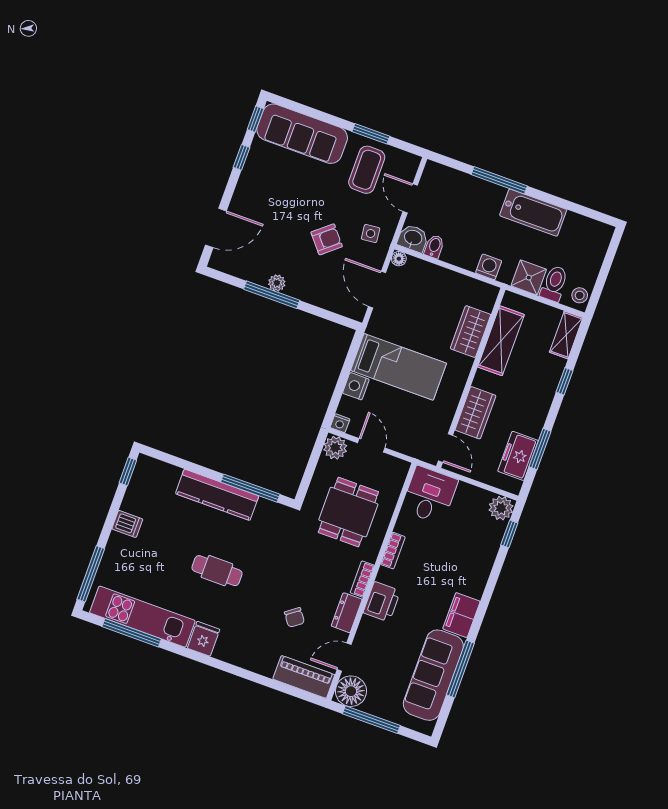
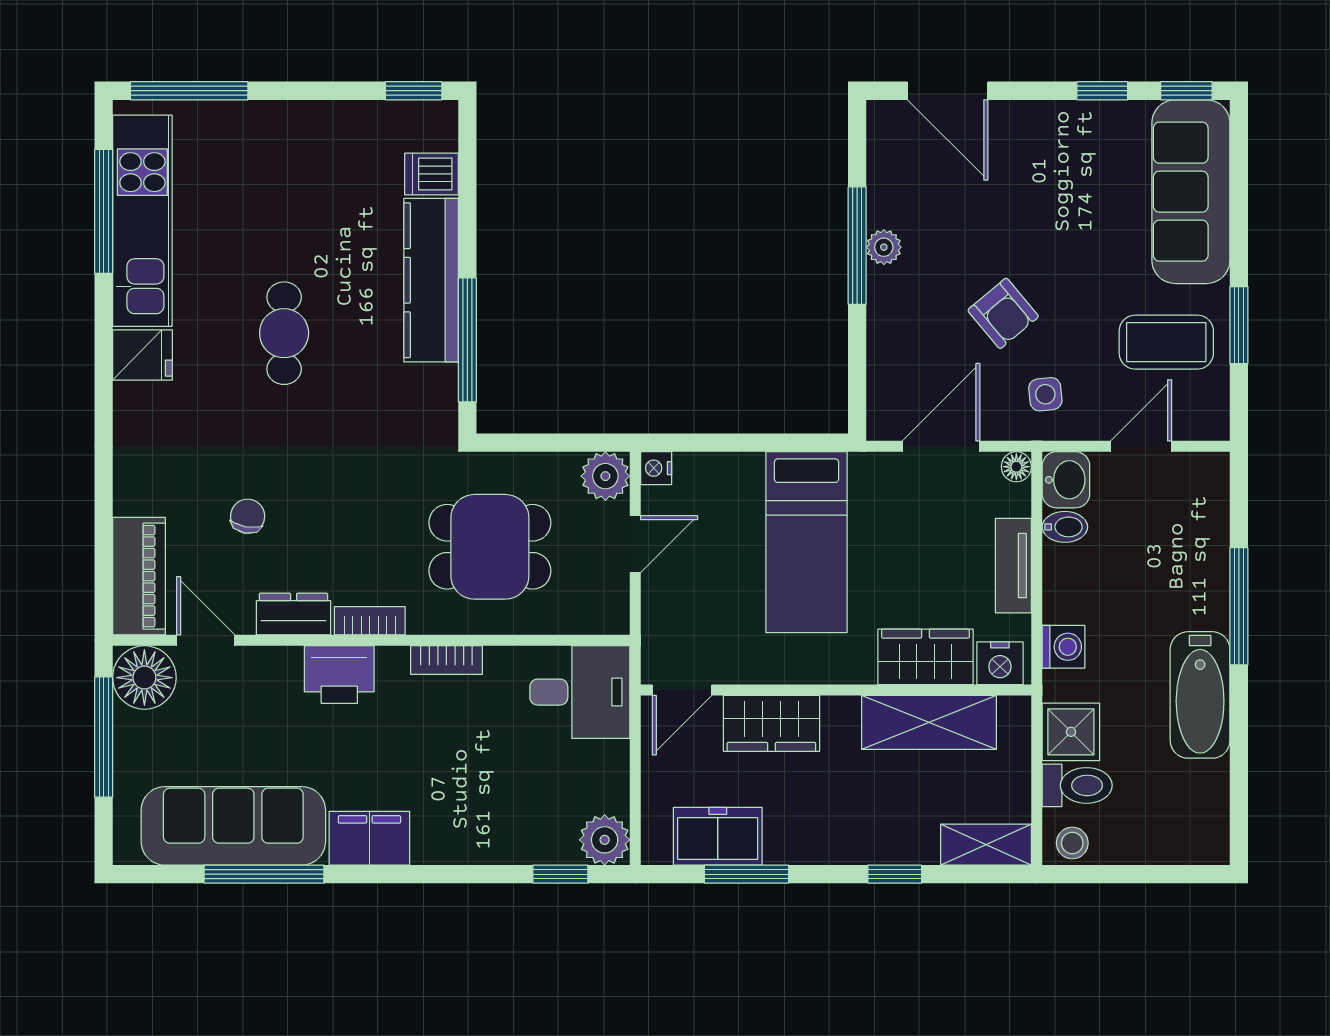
tv unit: (443, 276) -> (1013, 566), added
nightstand: (356, 386) -> (1000, 663), moved, turned 180
dishwasher: (127, 524) -> (431, 174), moved, turned 90
chair: (294, 617) -> (248, 516), turned 136

